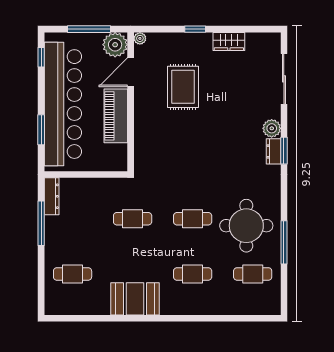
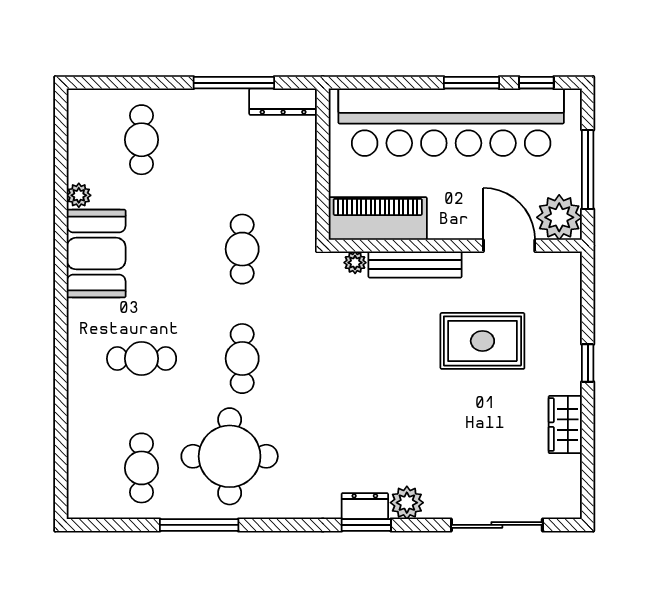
plant: (140, 38) -> (355, 263), moved
piano: (116, 116) -> (378, 218), moved
bench: (141, 124) -> (415, 264), added
window: (41, 130) -> (471, 83), moved
cafe table: (193, 274) -> (142, 359), turned 90
plant: (103, 308) -> (79, 195), added

